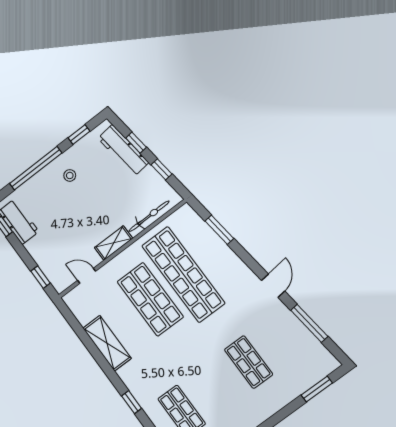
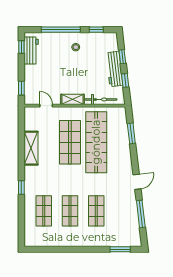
workbench: (123, 150) -> (114, 69), moved
shop shelf: (215, 387) -> (70, 211), added

